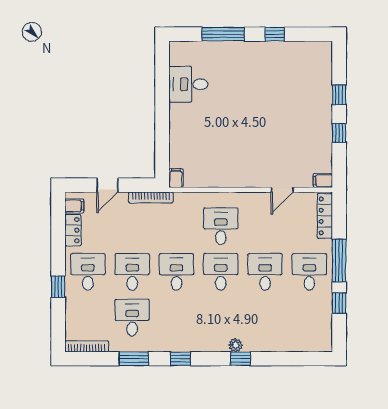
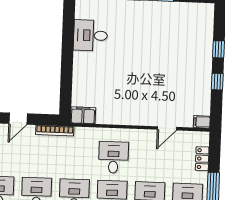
filing cabinet: (176, 178) -> (83, 115), width x2.00
locker: (325, 216) -> (202, 159), width x0.66

